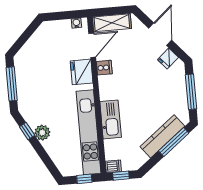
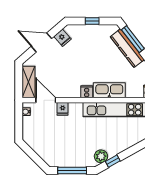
cooker: (104, 68) -> (87, 92), moved
fridge: (82, 72) -> (63, 109), width x0.53, depth x0.75
window: (191, 92) -> (92, 21), width x0.46
plant: (42, 133) -> (101, 156), moved

